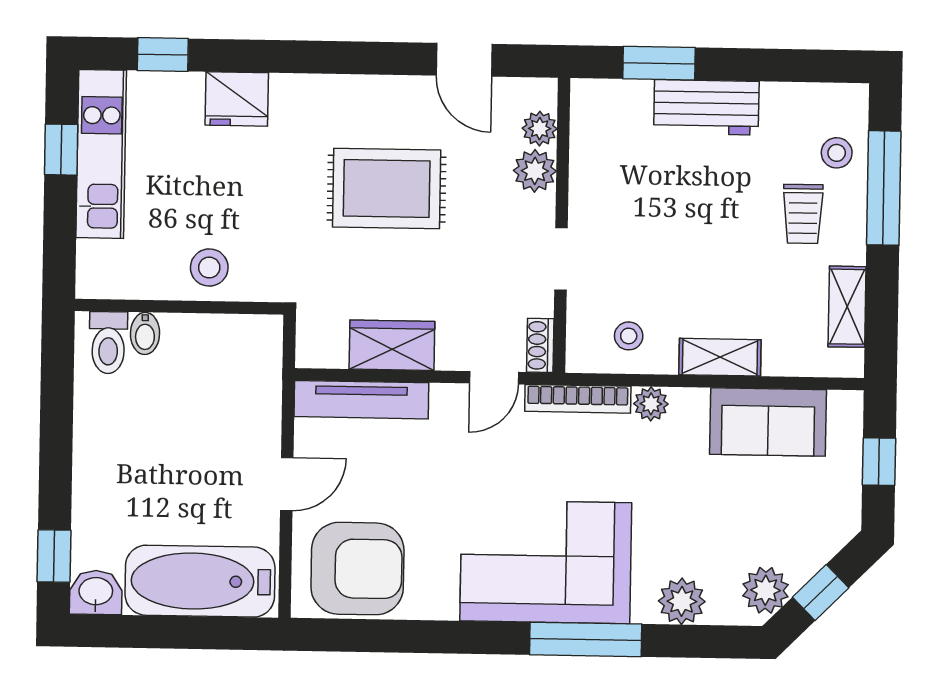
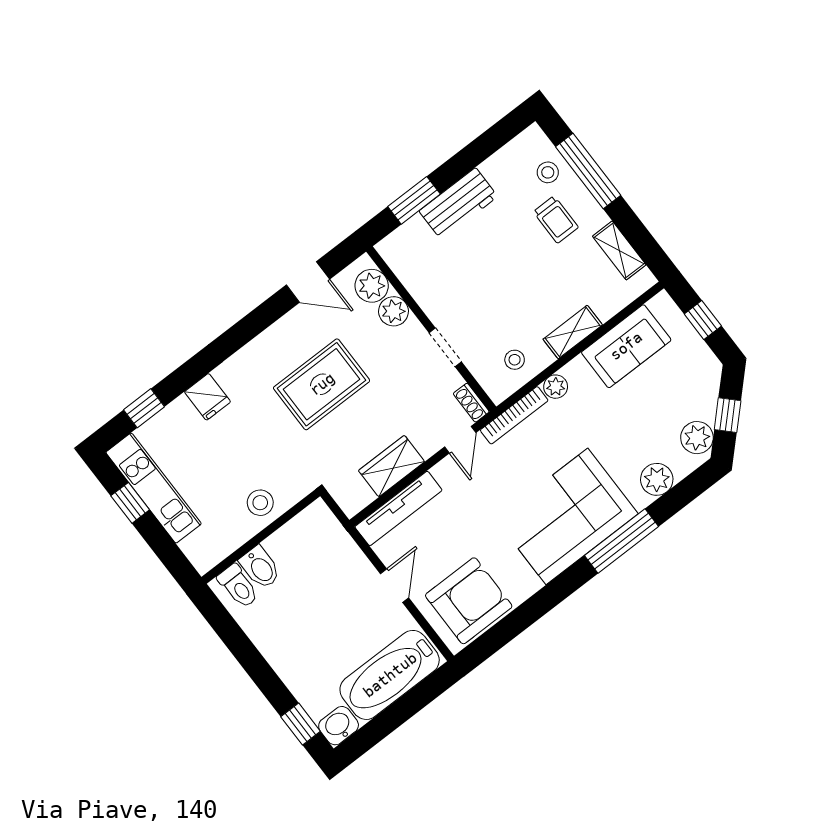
fridge: (237, 99) -> (208, 397), width x0.72
plant: (540, 129) -> (372, 286), width x1.38, depth x1.38
bidet: (145, 333) -> (260, 567), width x1.38, depth x1.36

